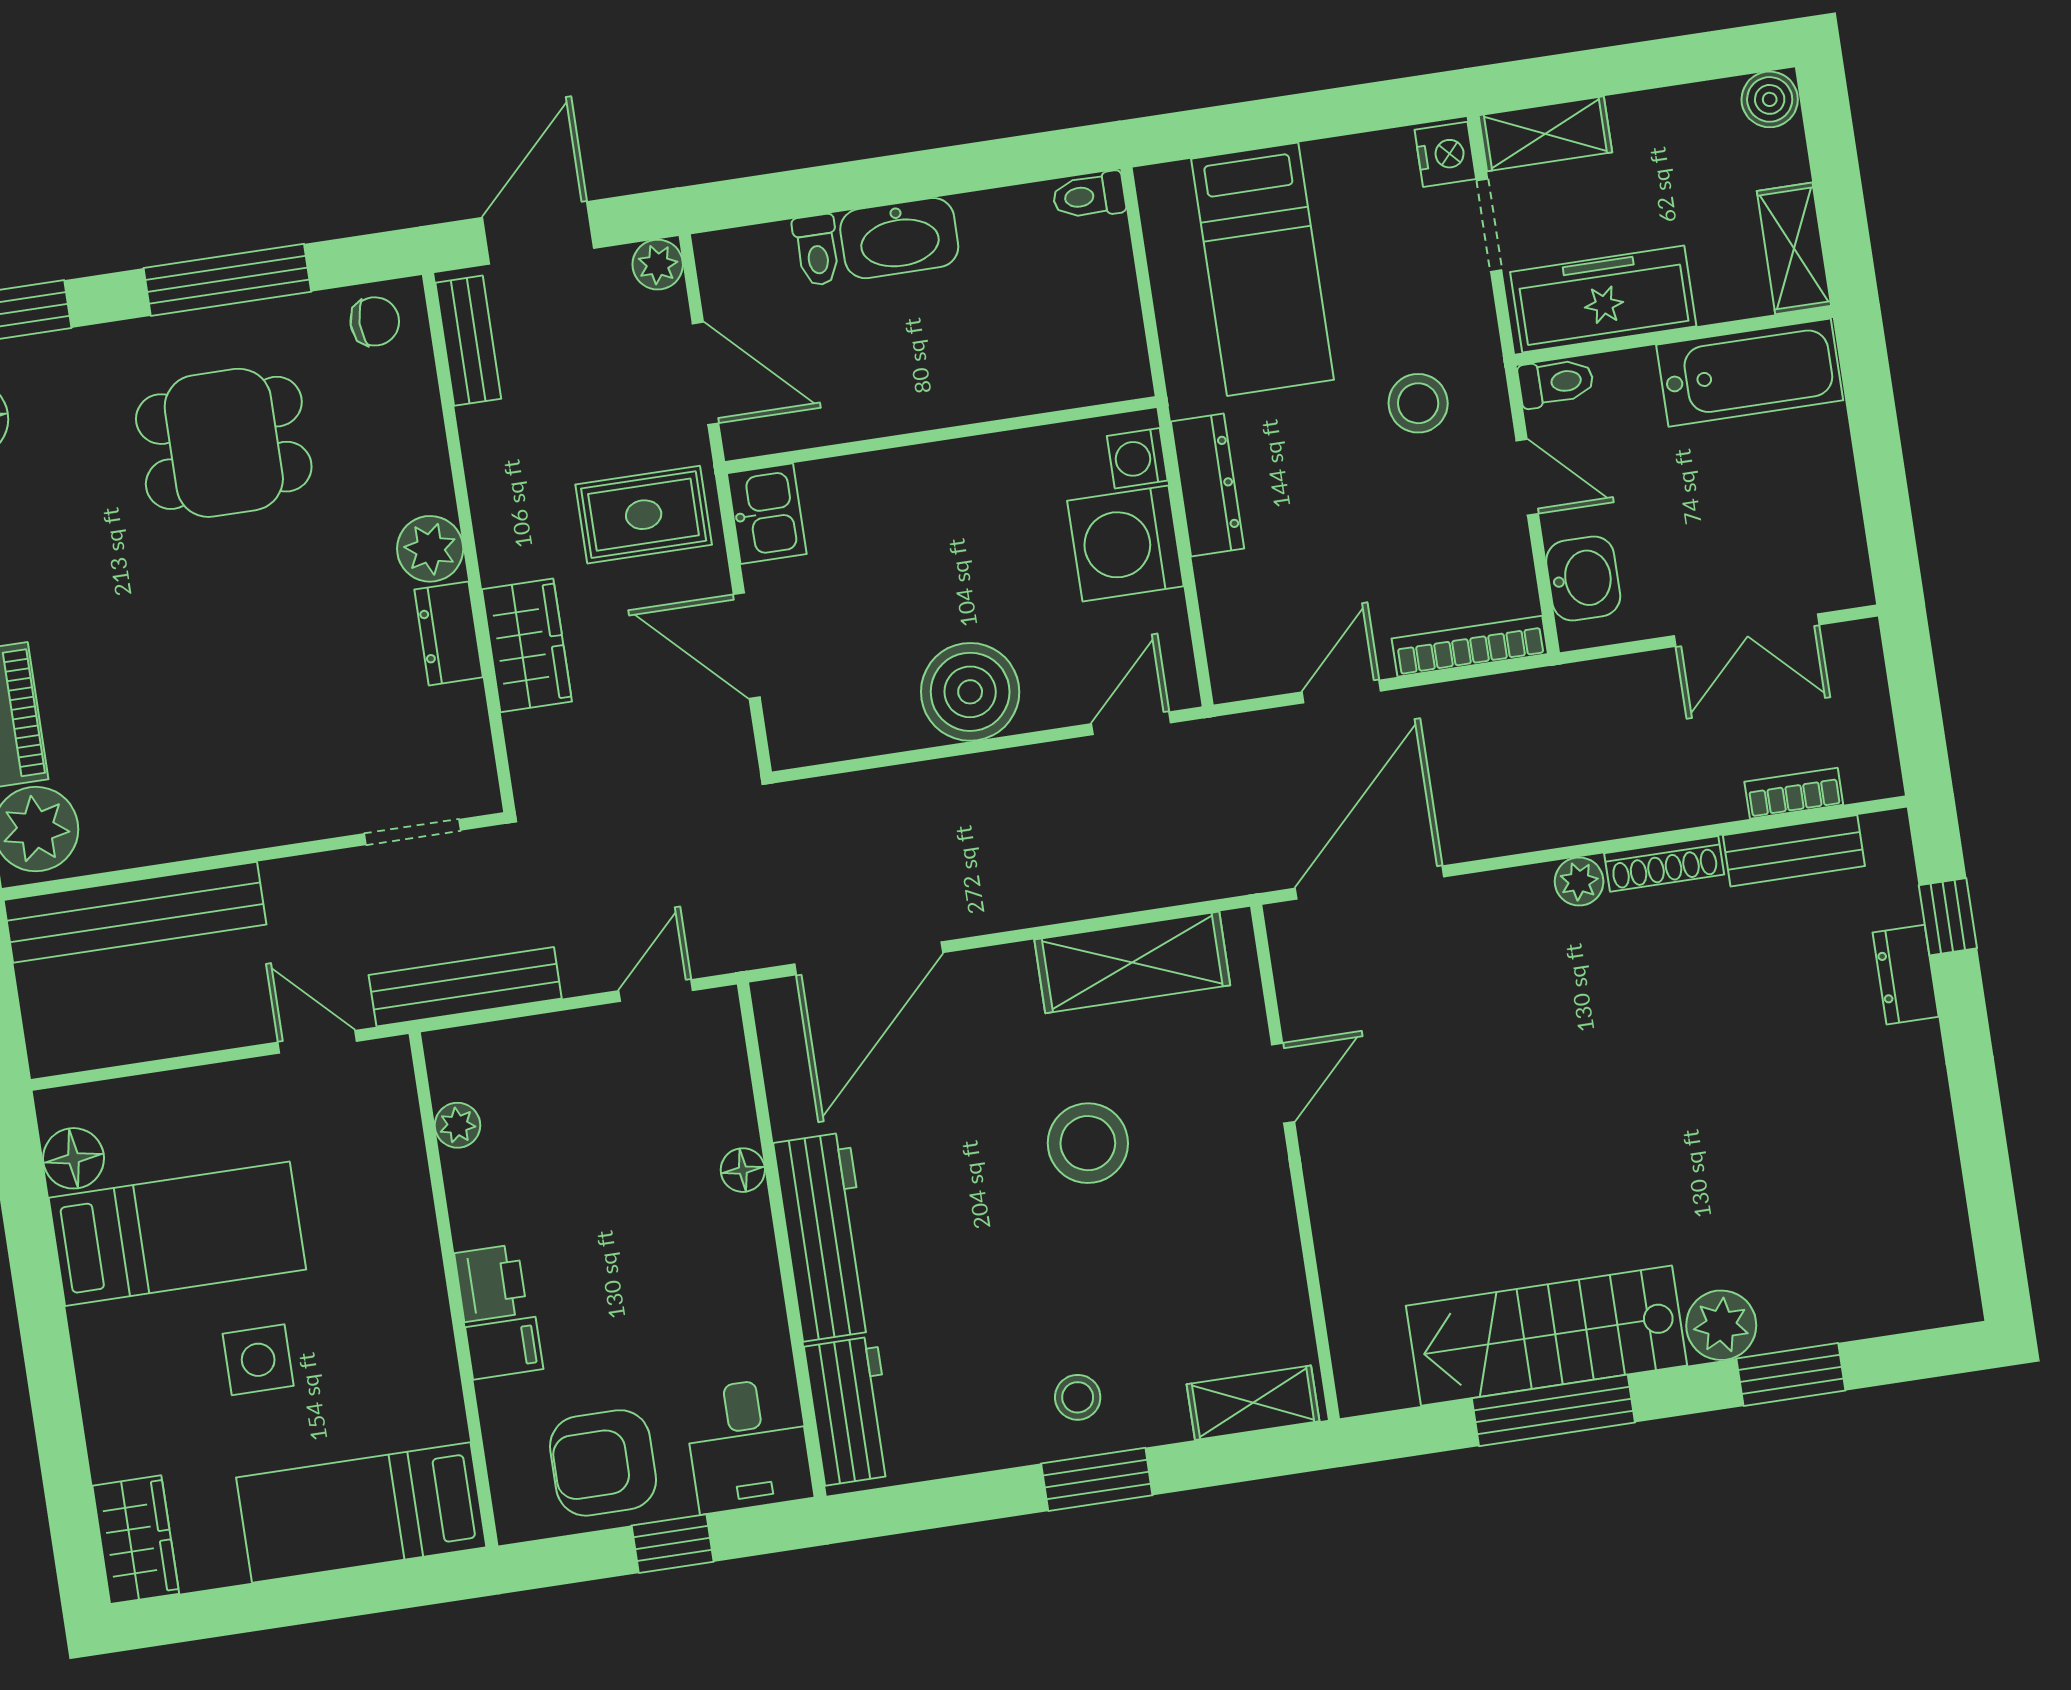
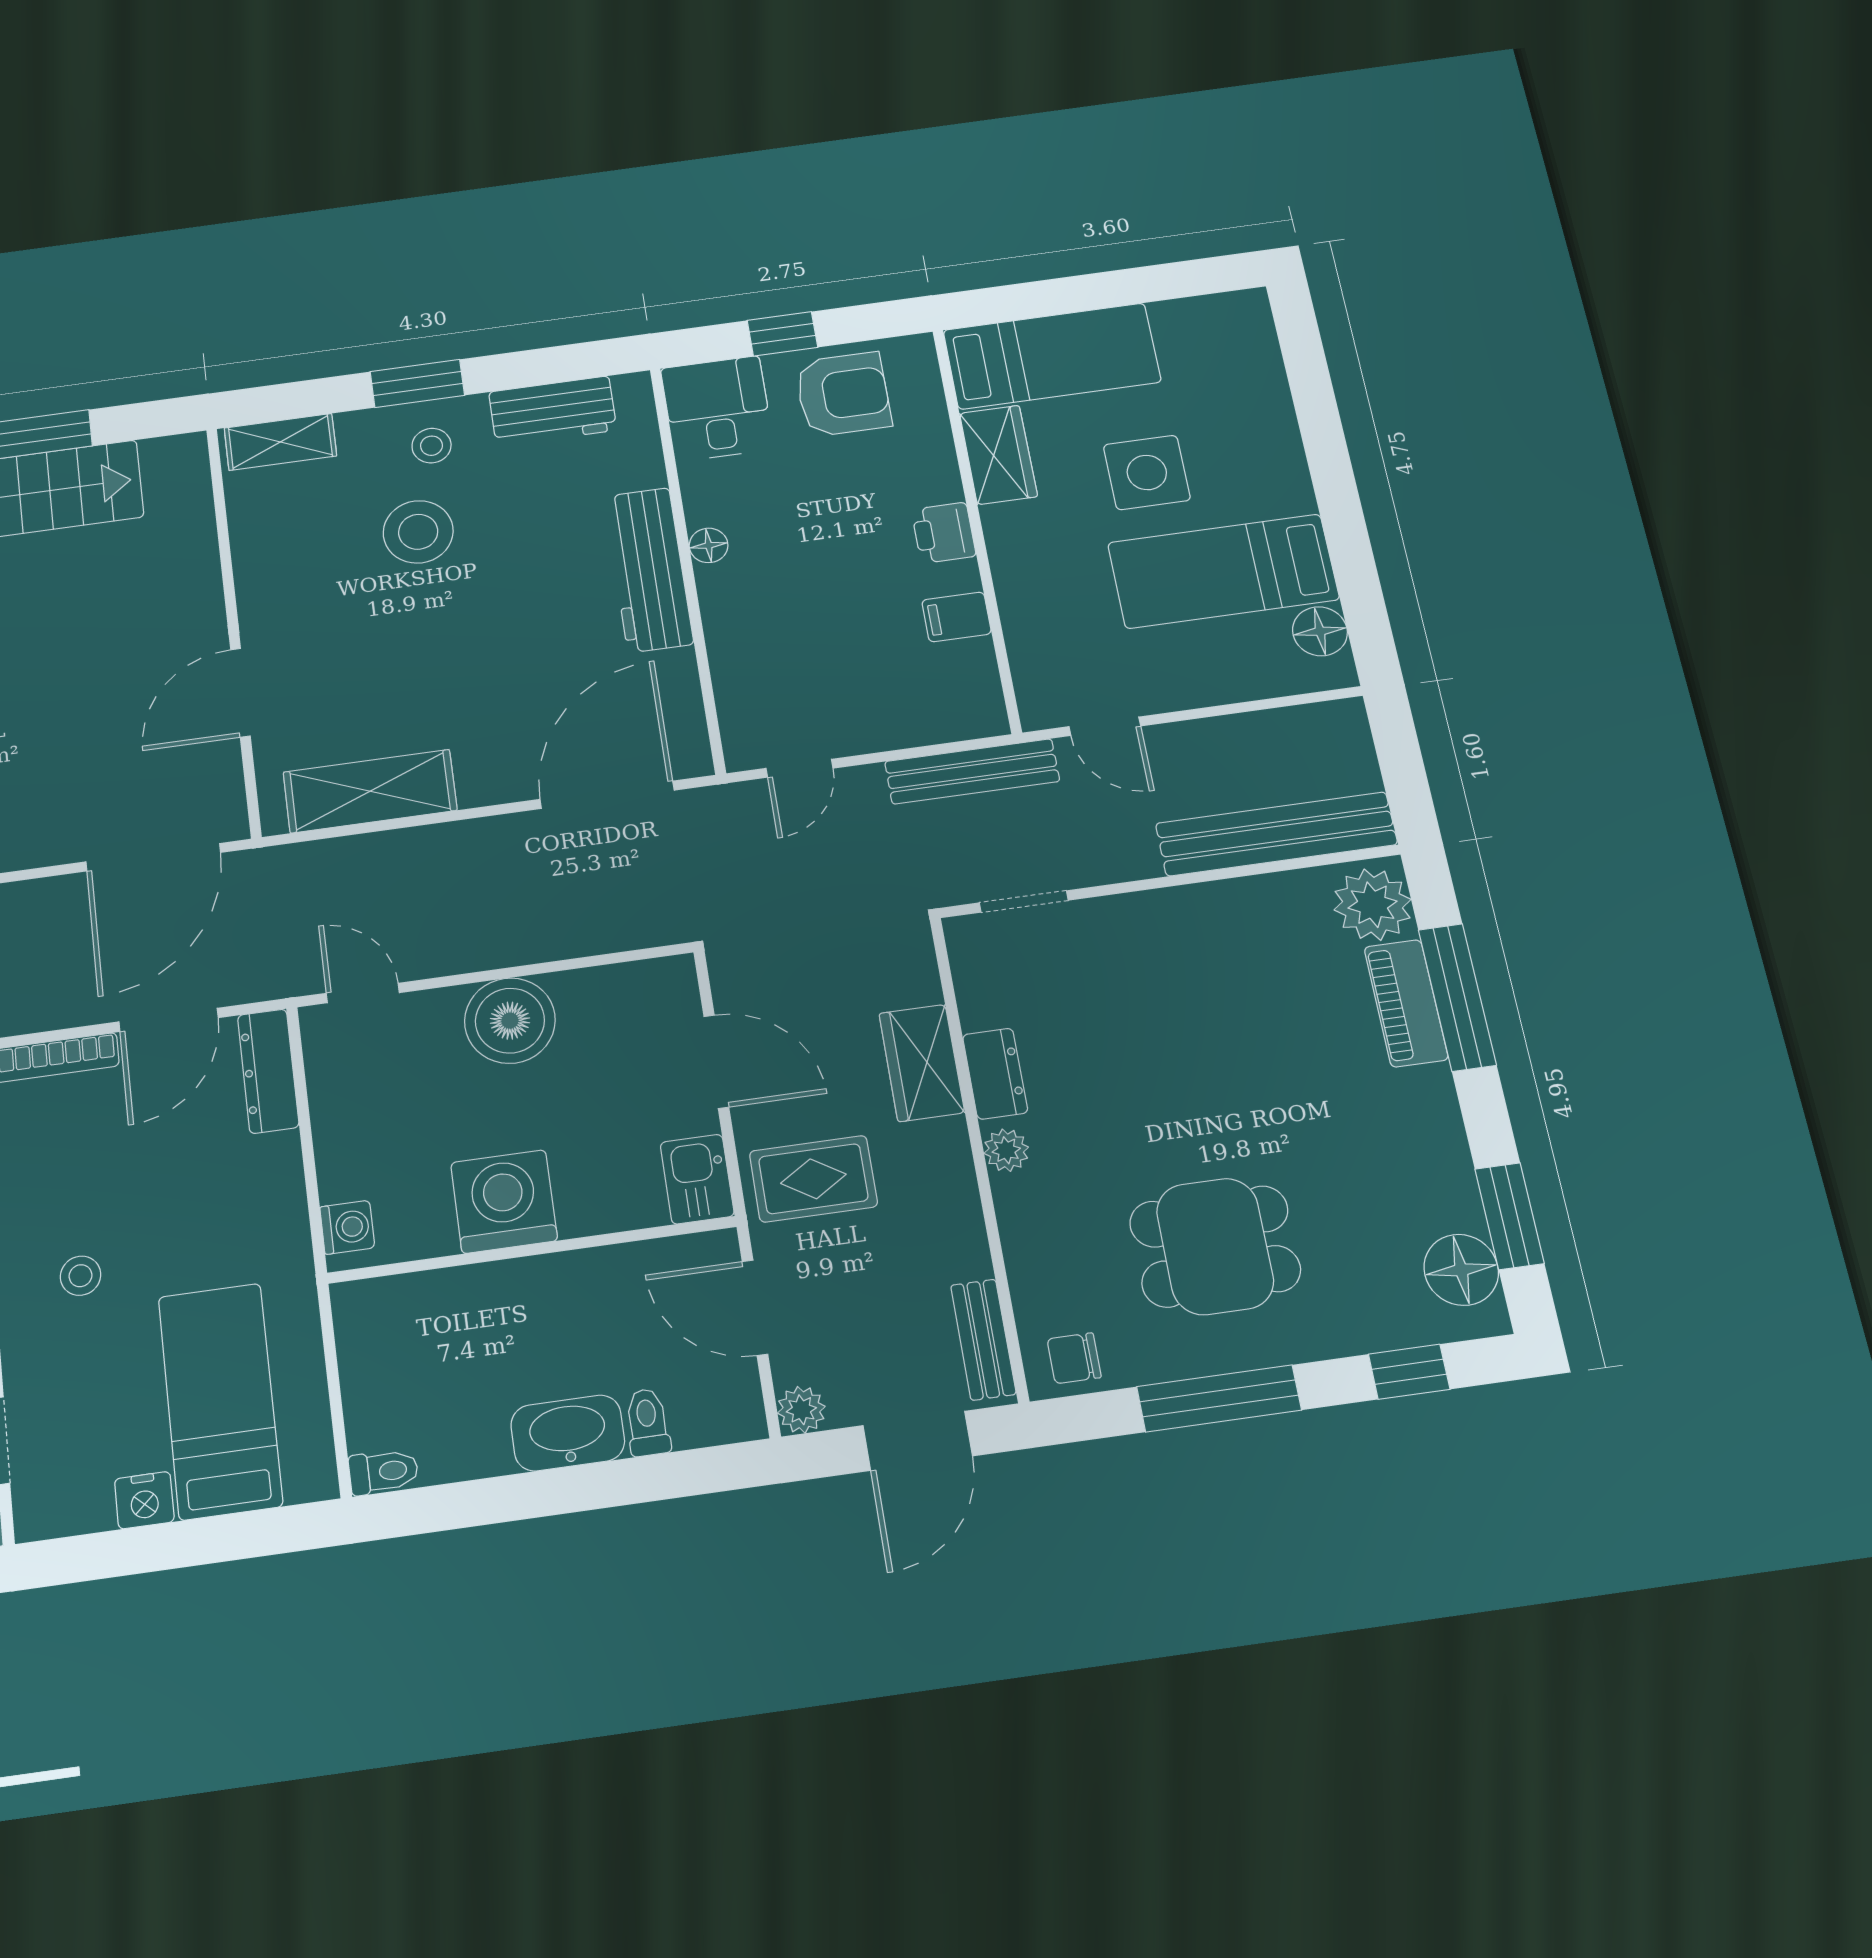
nightstand: (1445, 154) -> (144, 1500), moved, turned -90
stool: (1418, 403) -> (81, 1276), width x0.73, depth x0.73
dresser: (1207, 485) -> (268, 1071), moved
washing machine: (1125, 544) -> (504, 1202), moved, turned -90
plant: (430, 549) -> (1006, 1150), width x0.73, depth x0.73
door: (1341, 691) -> (169, 1020), width x1.38
door: (1131, 723) -> (363, 993), swing flipped
door: (1283, 1083) -> (240, 693), width x1.38
plant: (458, 1125) -> (976, 658), removed
stool: (1088, 1143) -> (418, 532), moved
floor lamp: (743, 1170) -> (709, 545), moved
filing cabinet: (504, 1348) -> (957, 617), moved
side table: (258, 1360) -> (1147, 472), width x1.37, depth x1.37
workbench: (850, 1411) -> (553, 411), moved, turned -90
wardrobe: (136, 1540) -> (998, 455), moved, turned 180

